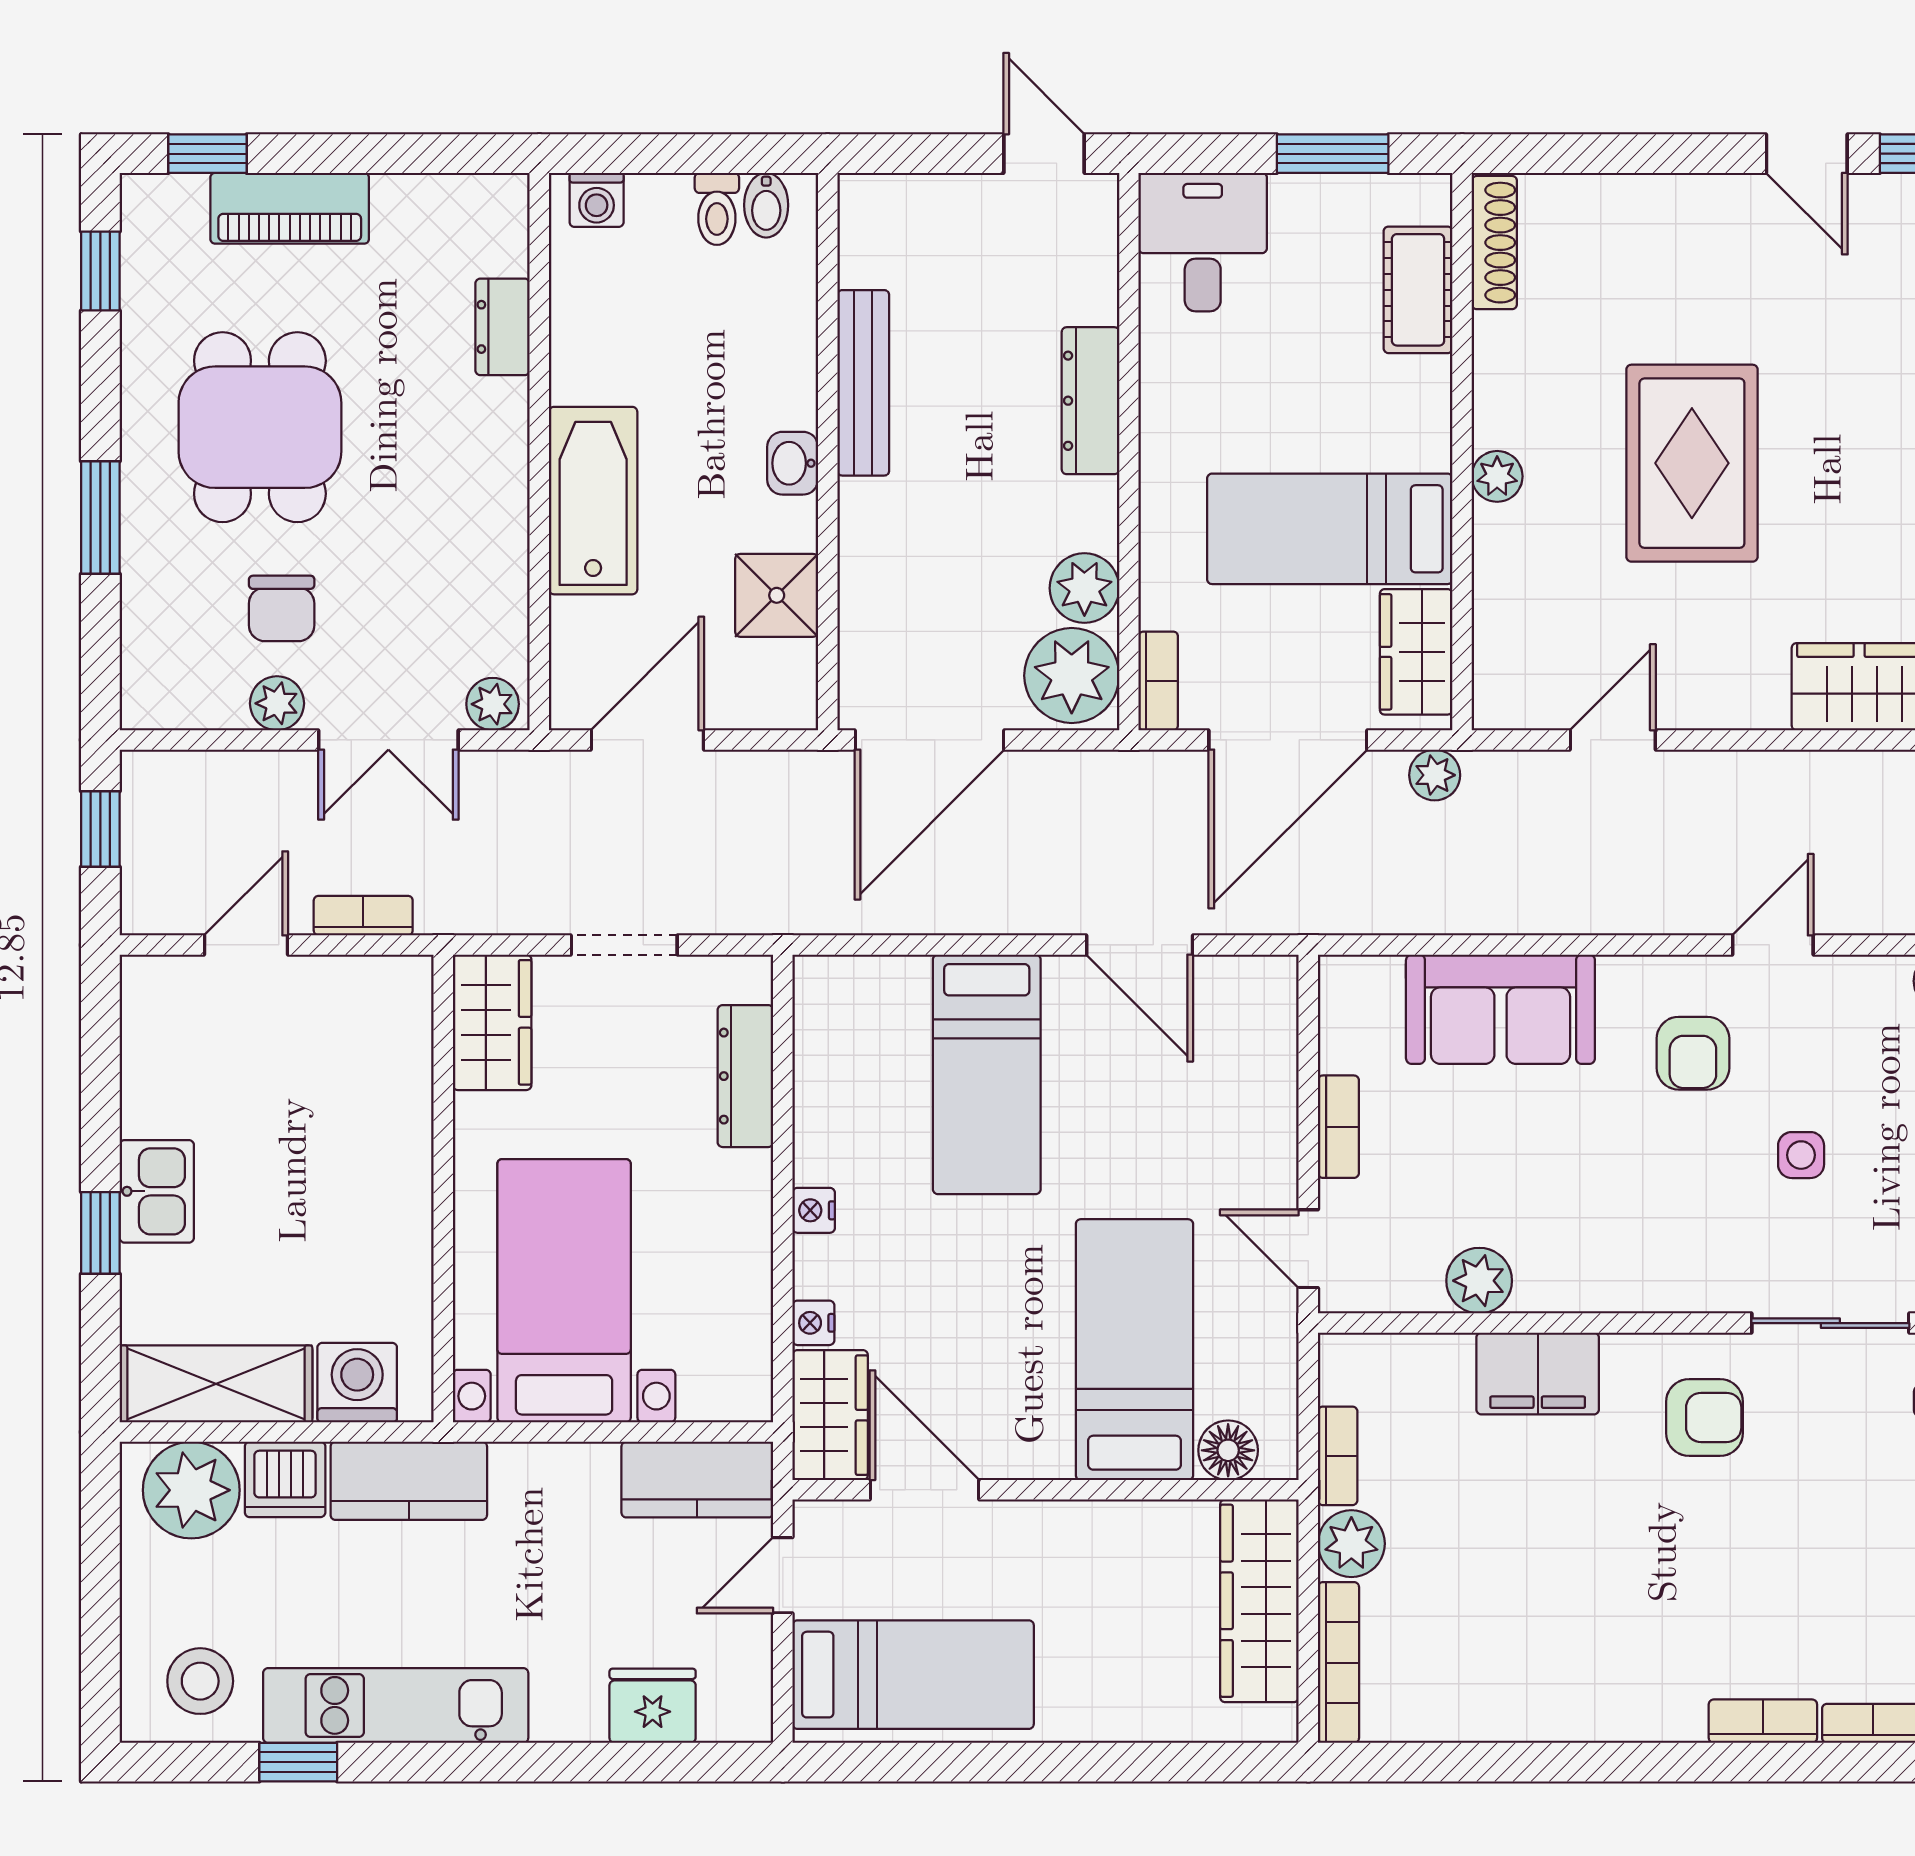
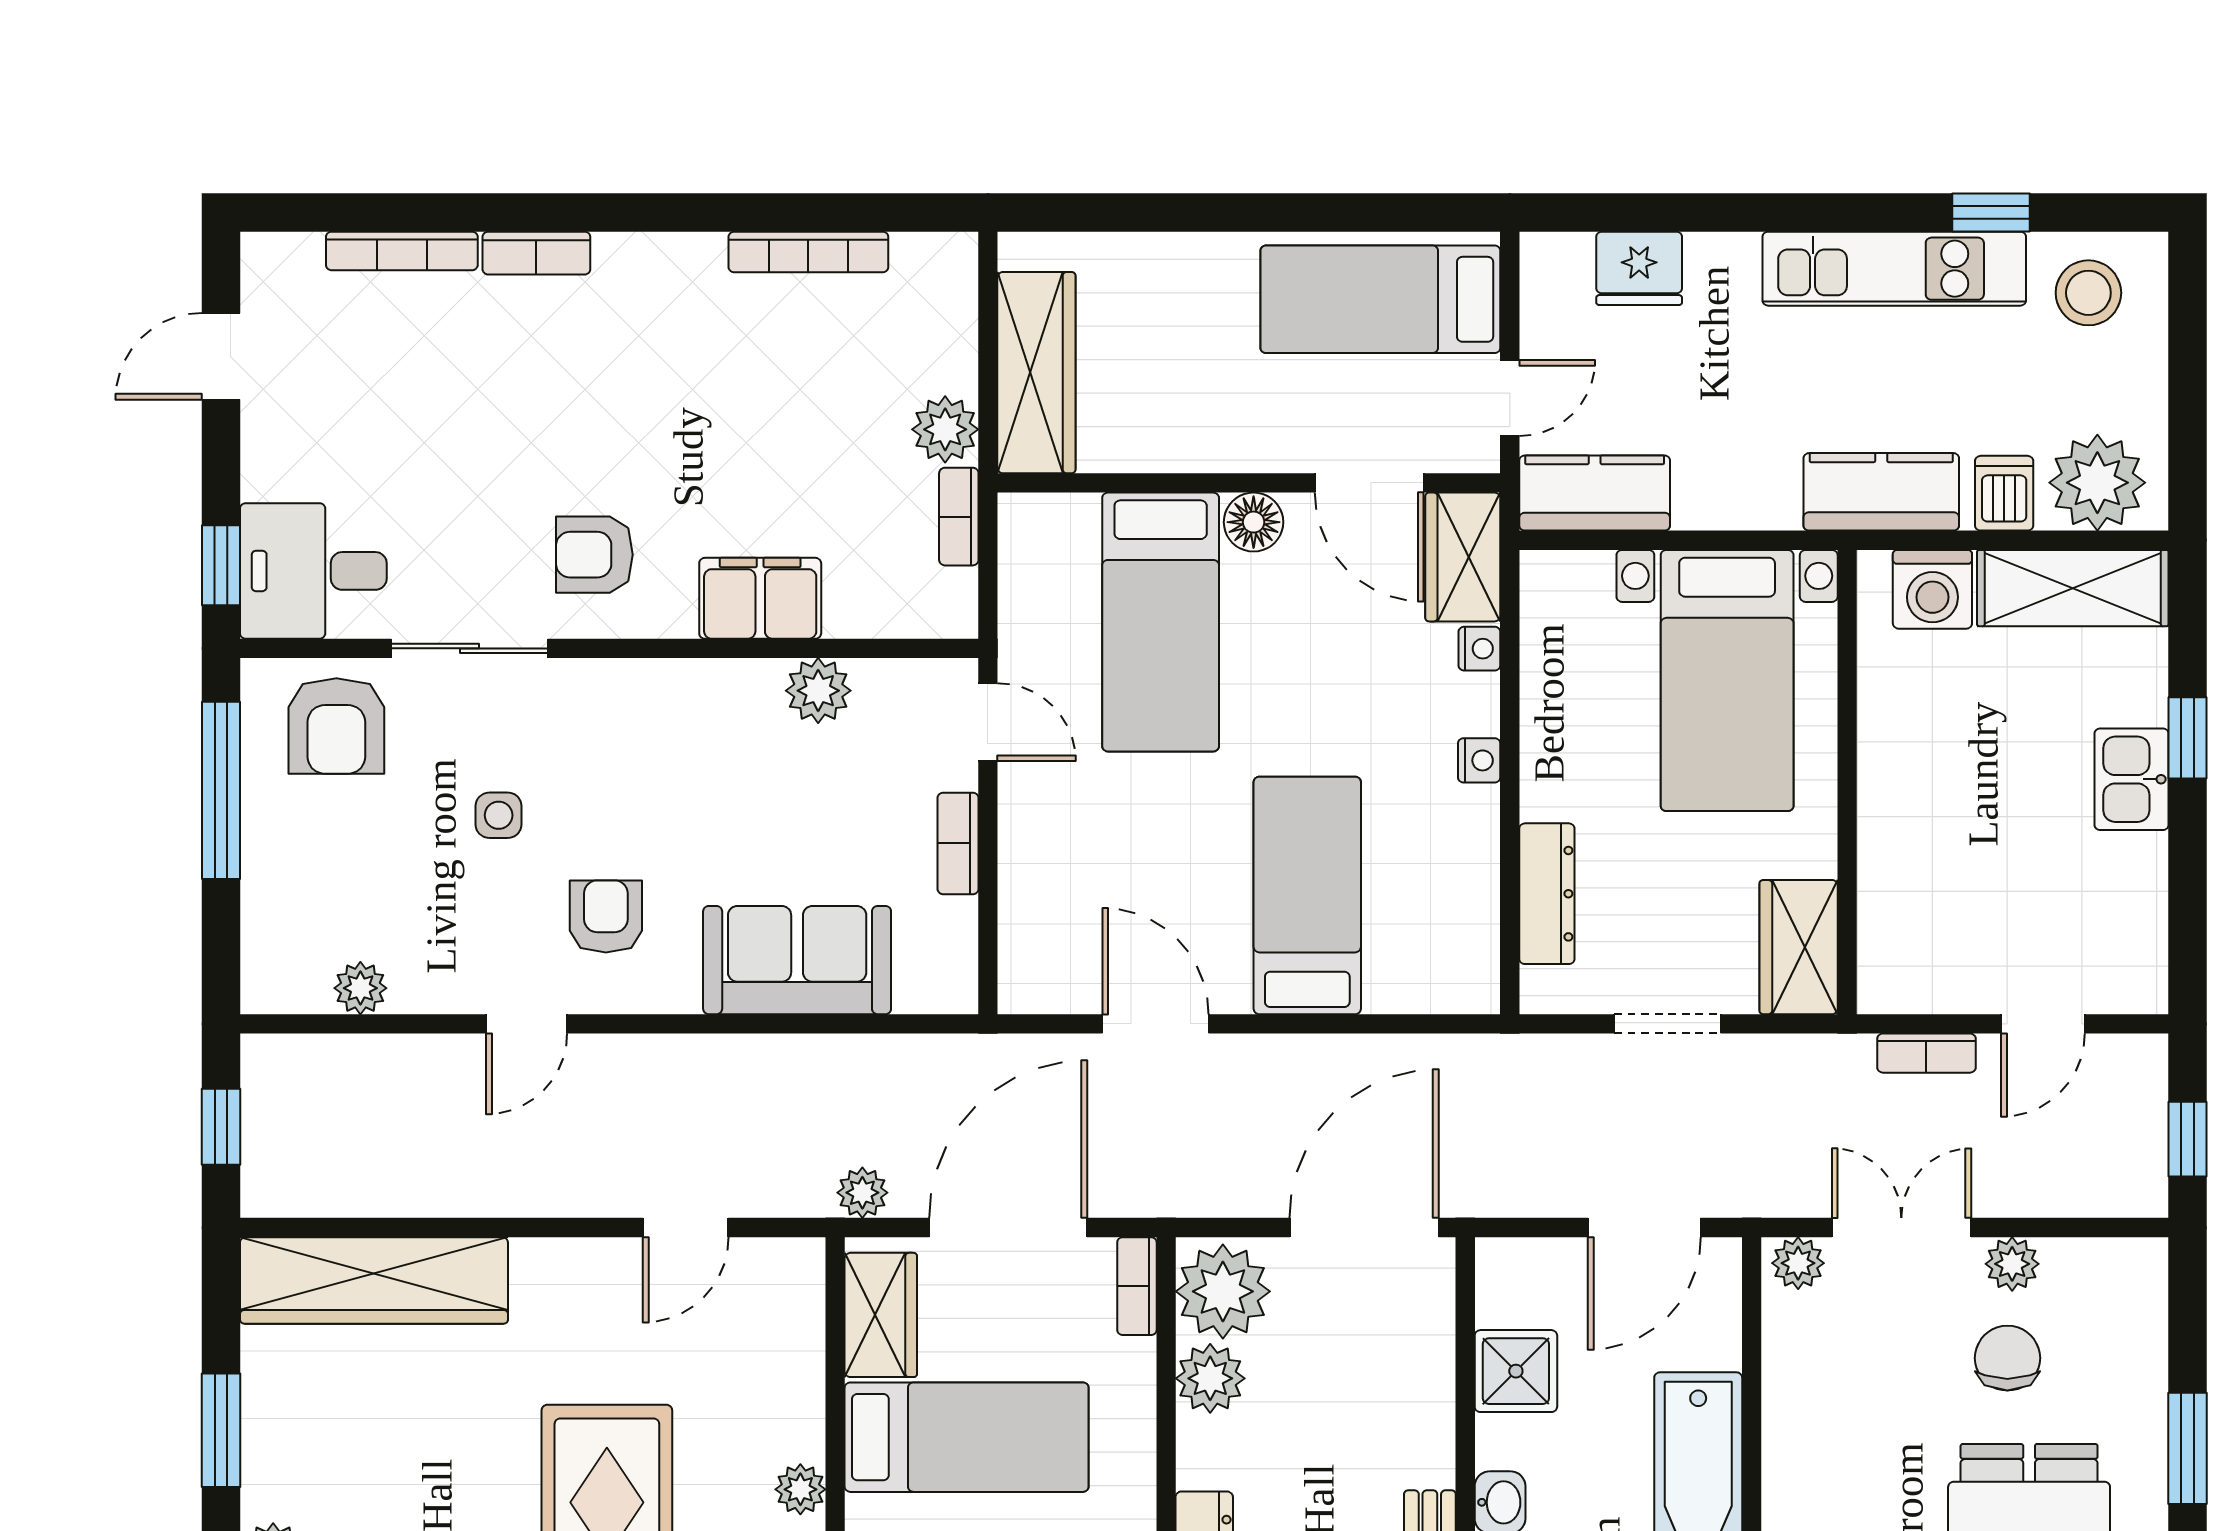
floor lamp: (1228, 1450) -> (1254, 522), moved
dishwasher: (285, 1479) -> (2004, 493), width x0.73
bookcase: (1338, 1663) -> (808, 252), moved, turned -90

